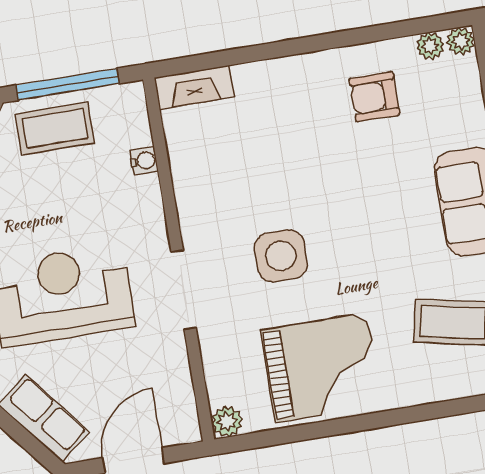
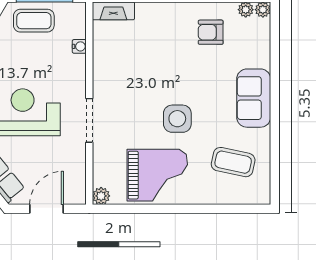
side table: (281, 256) -> (177, 119), moved

